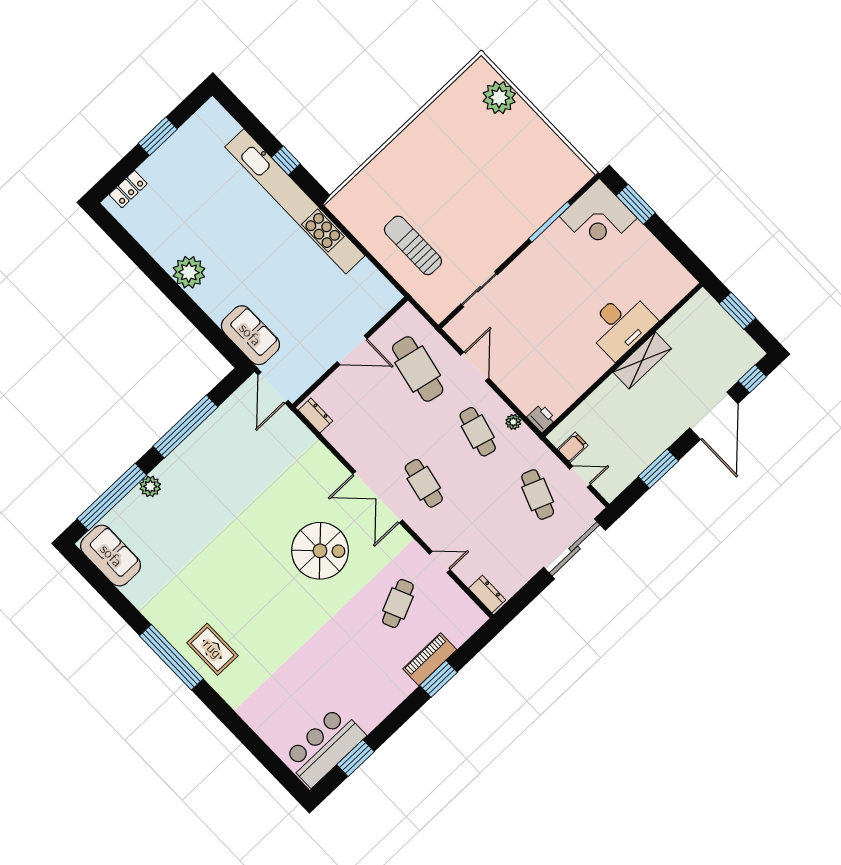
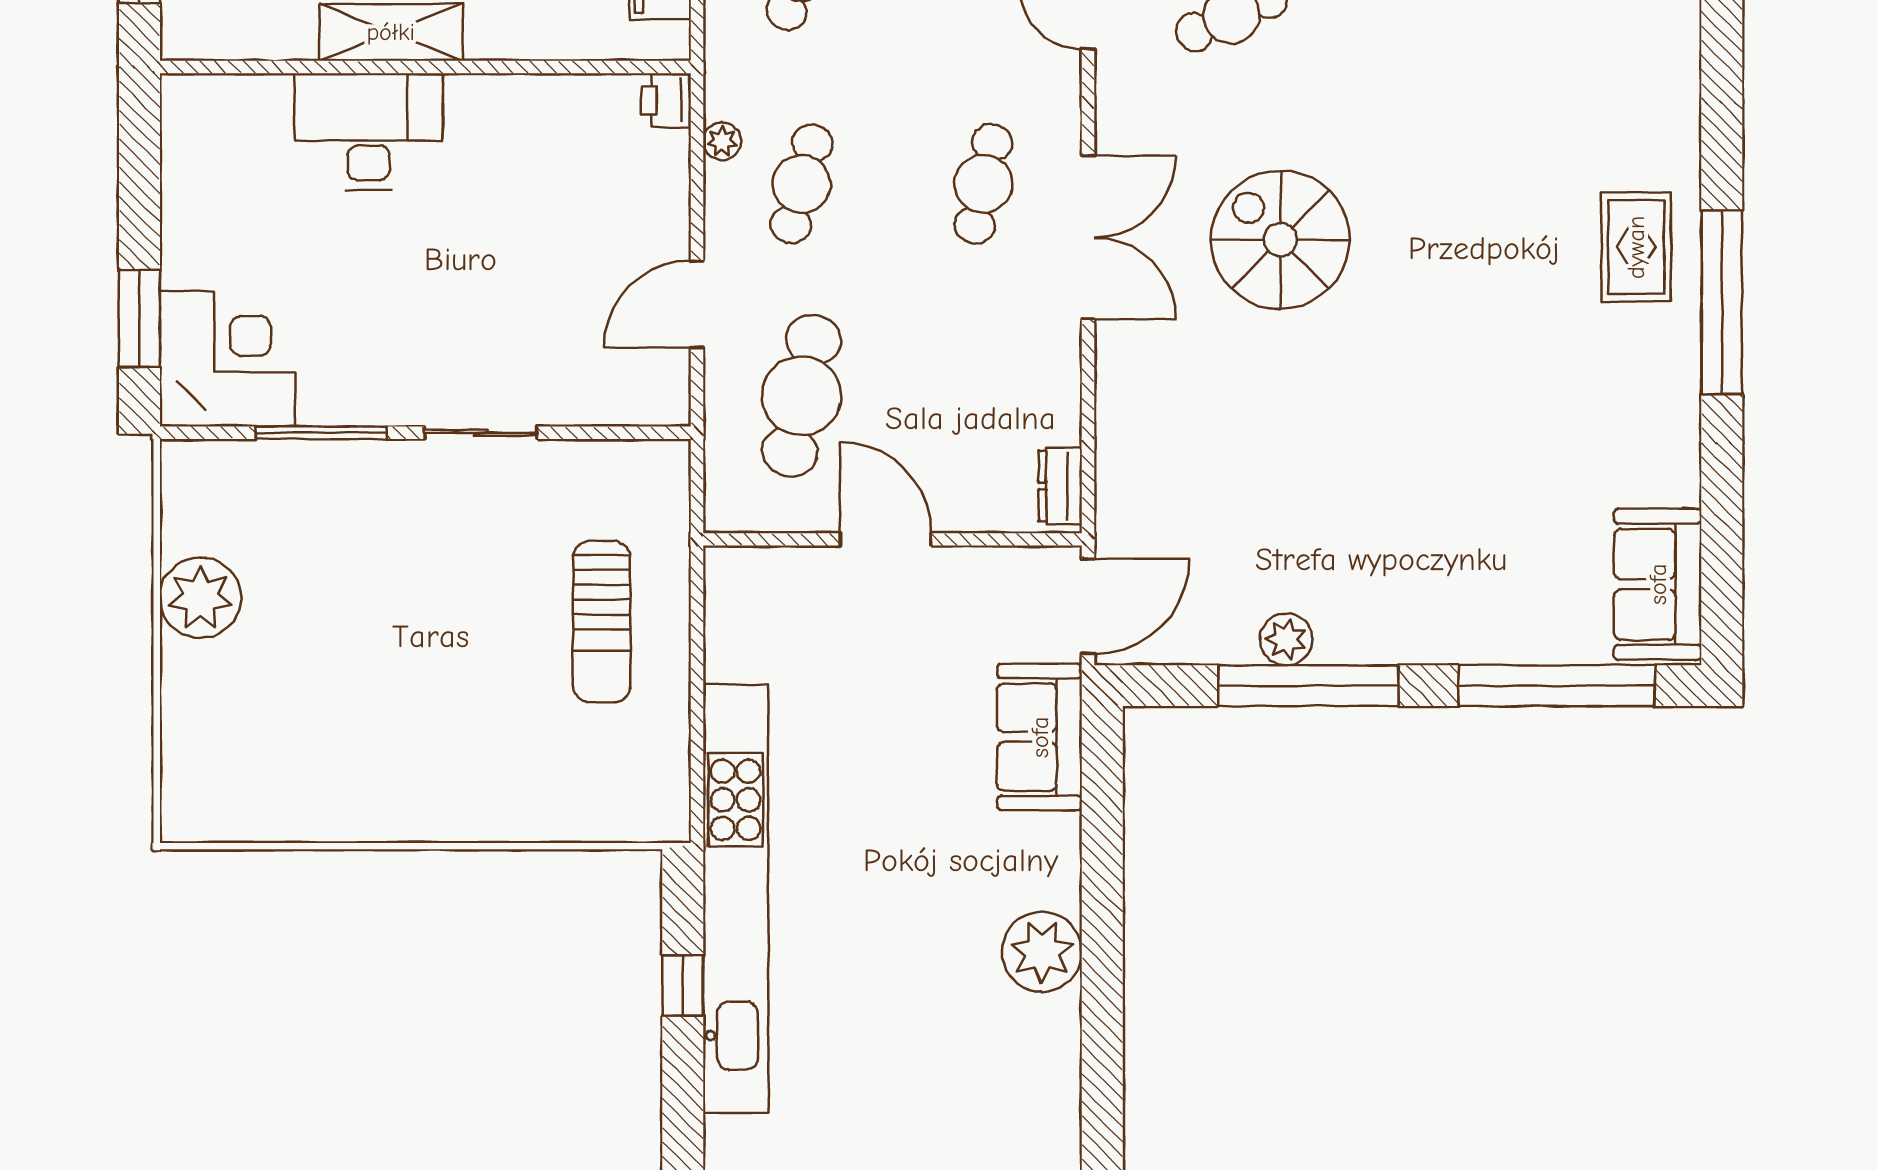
plant: (499, 98) -> (200, 598), moved
sliding door: (479, 289) -> (481, 433), moved
plant: (150, 486) -> (1286, 639), moved

